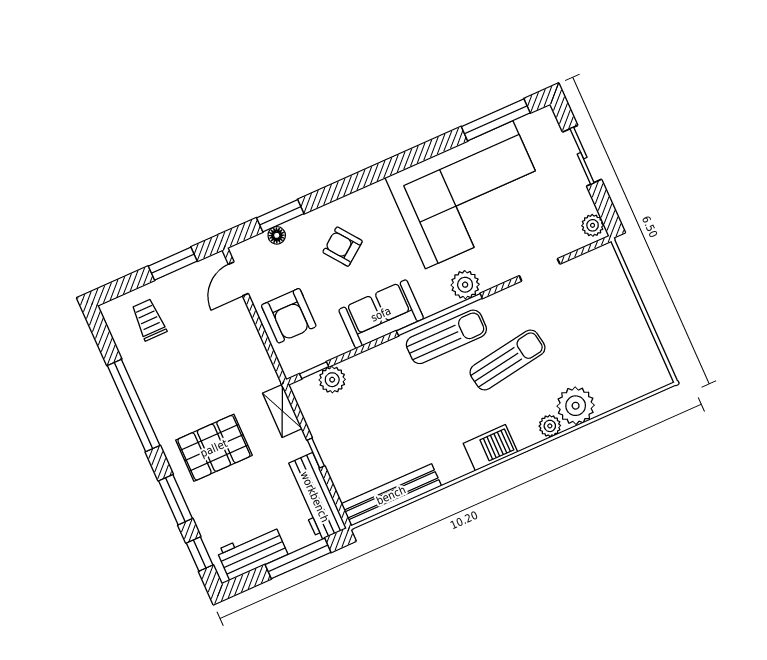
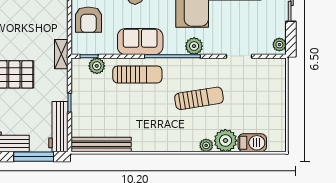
sun lounger: (446, 337) -> (137, 74), moved
shelving: (282, 411) -> (61, 54), moved
barbecue: (490, 448) -> (252, 143), moved

